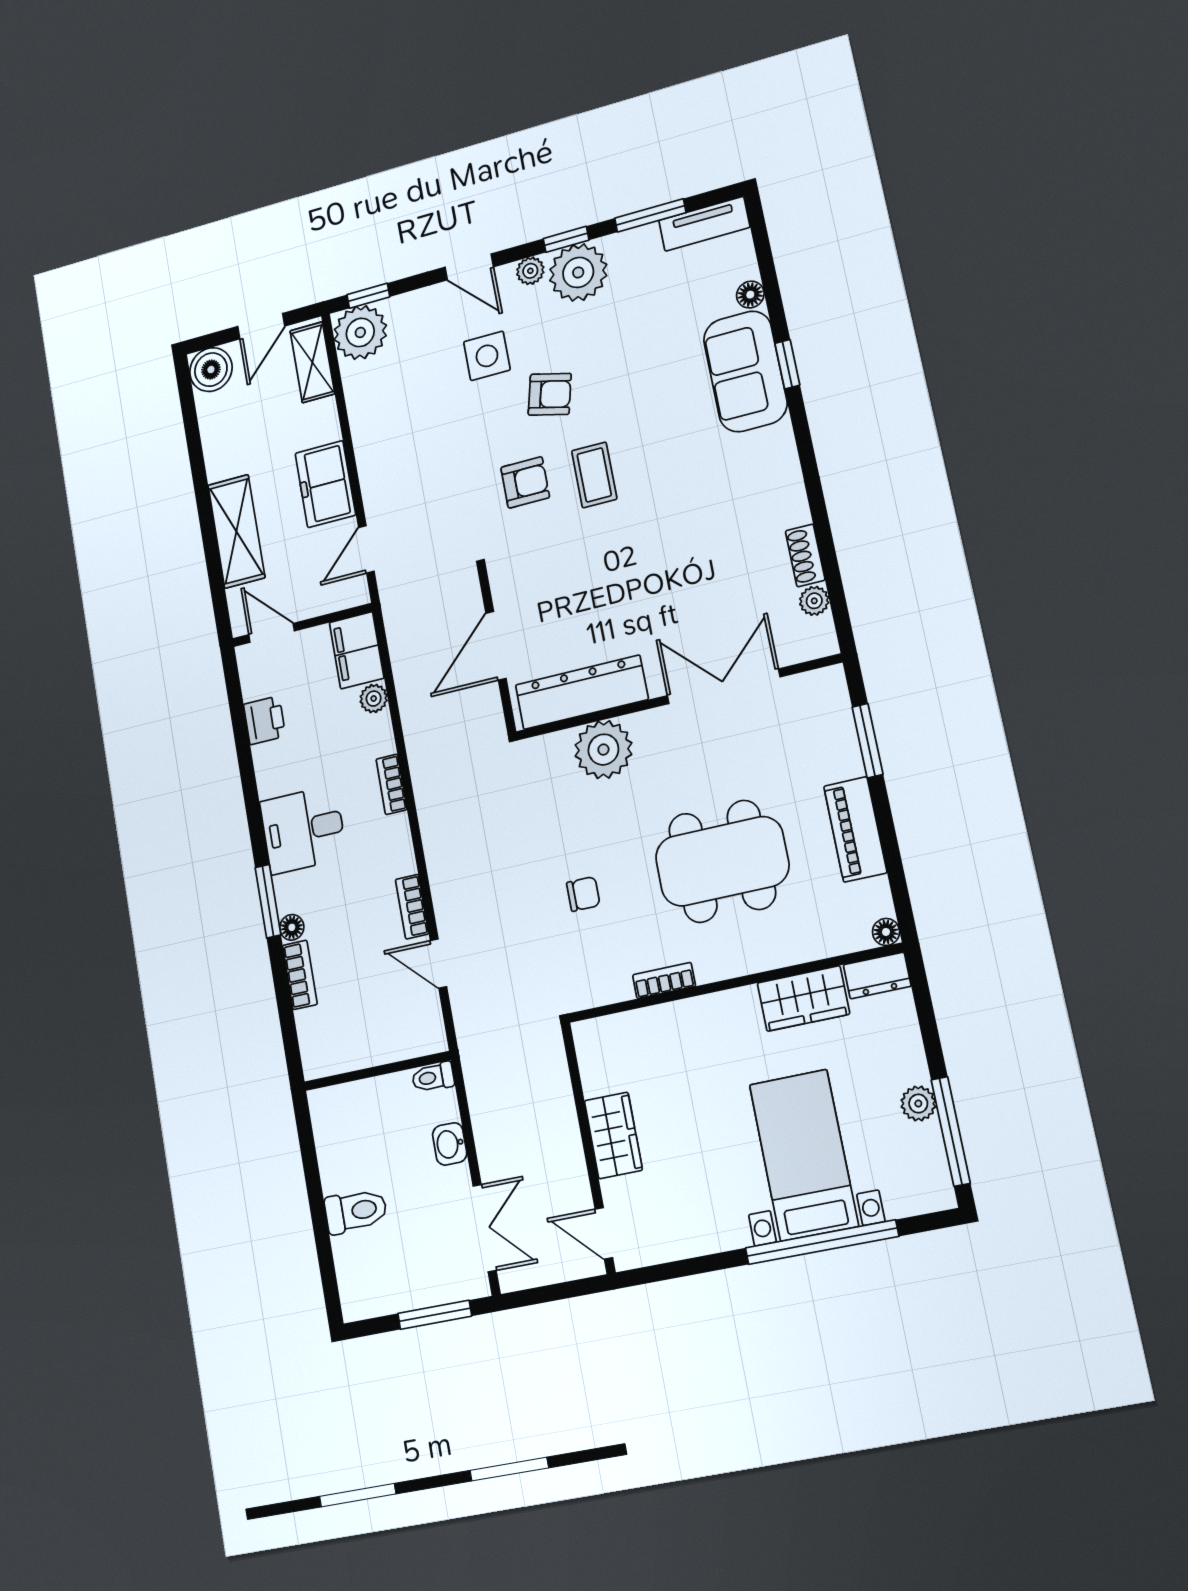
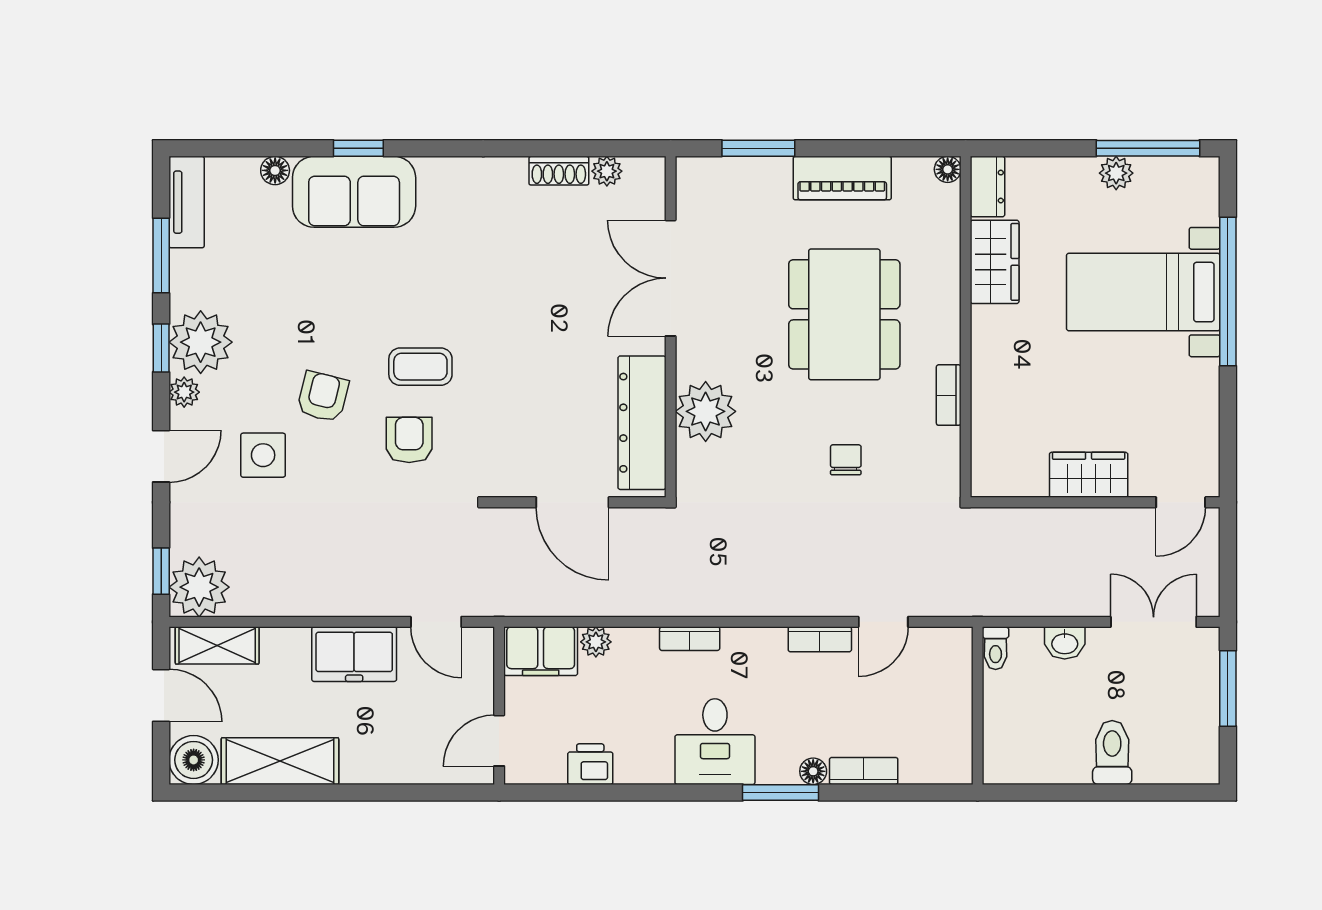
shelving: (236, 531) -> (280, 761), moved

